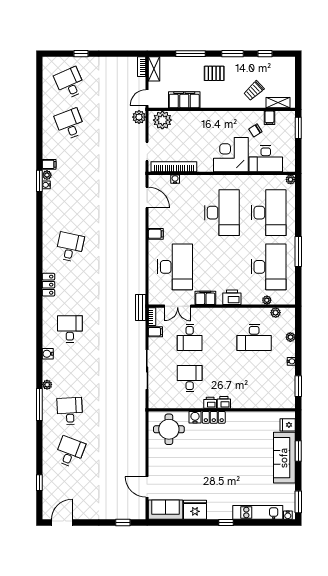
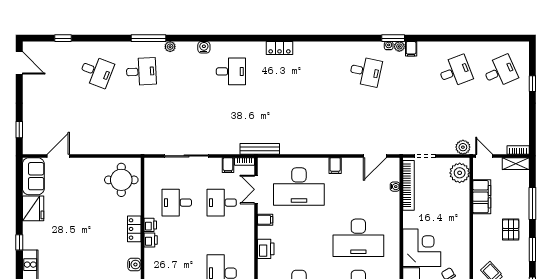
desk: (70, 247) -> (366, 71), moved
filing cabinet: (205, 298) -> (265, 220), width x0.50
bench: (141, 307) -> (260, 149), width x1.36
desk: (190, 379) -> (177, 203), turned 180
water cooler: (195, 417) -> (134, 265), moved

